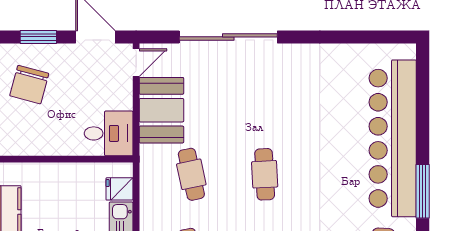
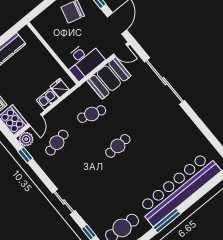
desk: (109, 133) -> (84, 60), width x1.37
cafe table: (191, 174) -> (92, 114), turned 30

